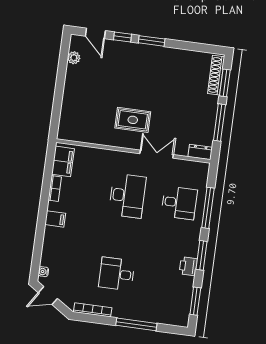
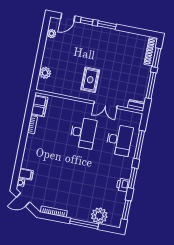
door: (95, 33) -> (68, 17), hinge flipped
plant: (68, 114) -> (45, 73), added
rug: (133, 120) -> (90, 80), turned 90
double door: (157, 154) -> (106, 105), swing flipped
desk: (179, 203) -> (119, 140), width x1.37
filing cabinet: (55, 219) -> (26, 174), moved
desk: (117, 274) -> (72, 187), removed
plant: (157, 312) -> (99, 216), added

